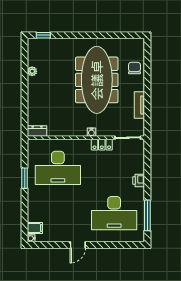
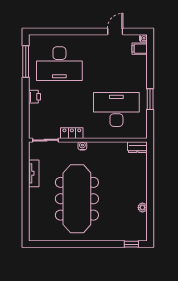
chair: (134, 68) -> (39, 211), removed
desk: (114, 213) -> (59, 64), turned 180
door: (78, 245) -> (115, 31), moved

